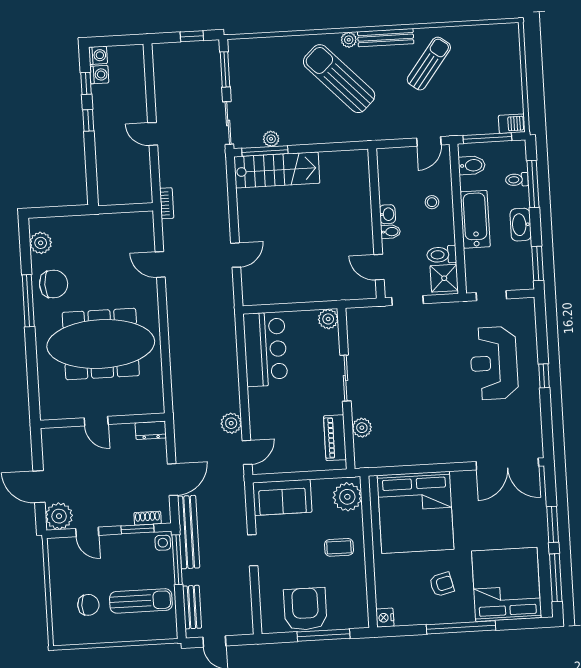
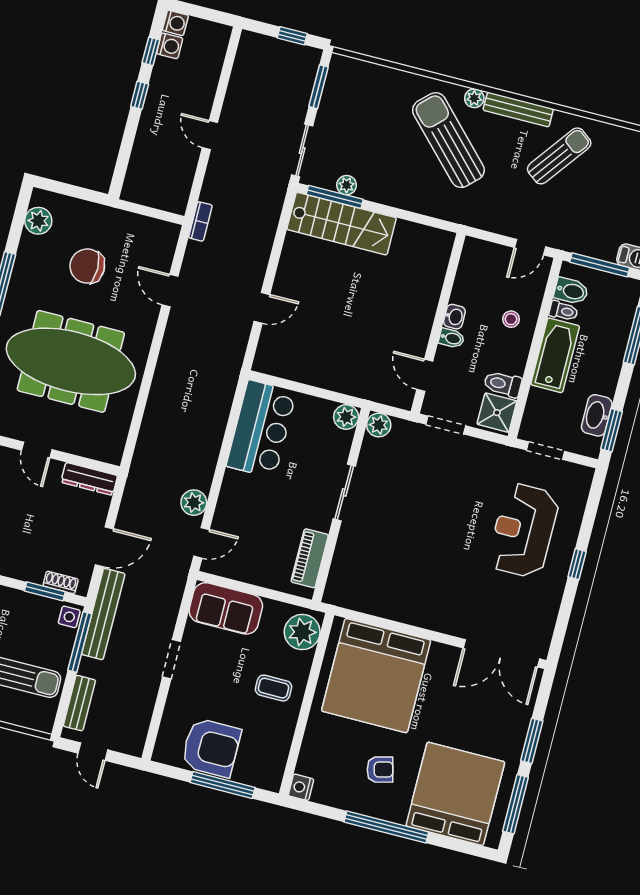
toilet: (517, 180) -> (564, 311), moved, turned 180
washbasin: (521, 225) -> (597, 415), moved
chair: (54, 284) -> (87, 266), moved, turned 180
plant: (362, 428) -> (379, 425), moved
dresser: (151, 430) -> (89, 479), width x1.44
armchair: (305, 609) -> (211, 748), turned 90

